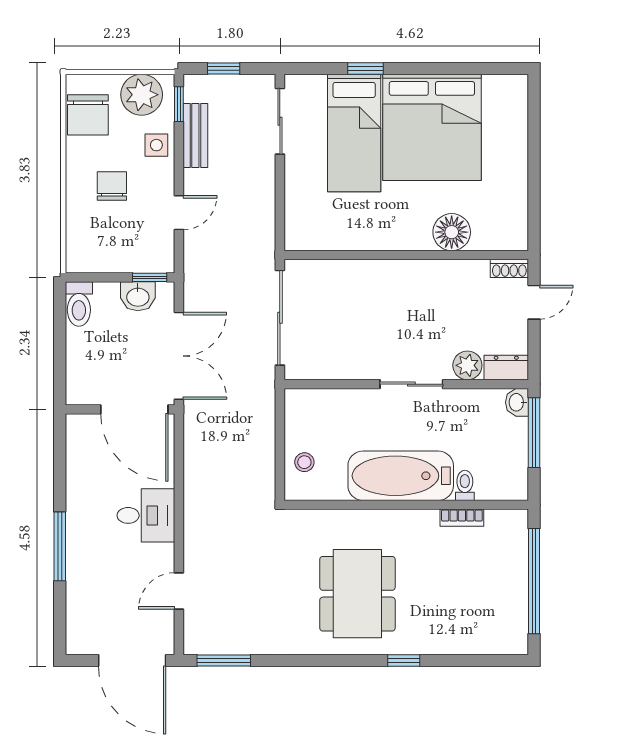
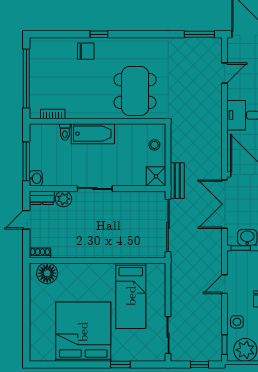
bed: (354, 133) -> (131, 296), moved, turned 180
bench: (195, 136) -> (177, 181), moved
floor lamp: (452, 232) -> (47, 273), moved
door: (534, 302) -> (26, 220), moved
shower: (302, 406) -> (156, 176), added
bathtub: (401, 476) -> (93, 134), width x0.73, depth x0.73
bookcase: (462, 518) -> (53, 114), moved
dining table: (357, 594) -> (135, 91), moved
chair: (428, 630) -> (86, 51), added

